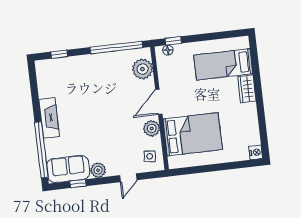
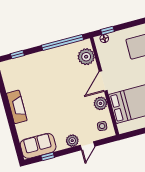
window: (41, 150) -> (14, 134), removed
plant: (98, 170) -> (72, 141), moved

